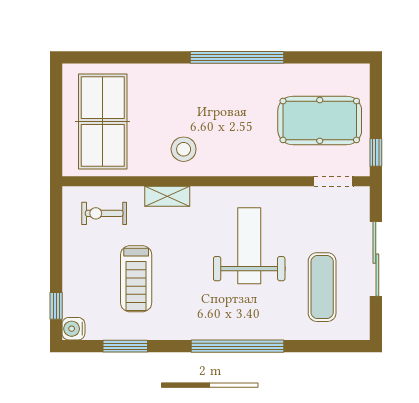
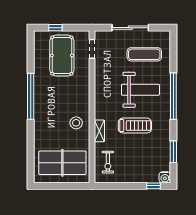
window: (376, 152) -> (55, 28), moved
weight bench: (249, 246) -> (140, 90), moved, turned 180
treadmill: (136, 279) -> (135, 126), moved

